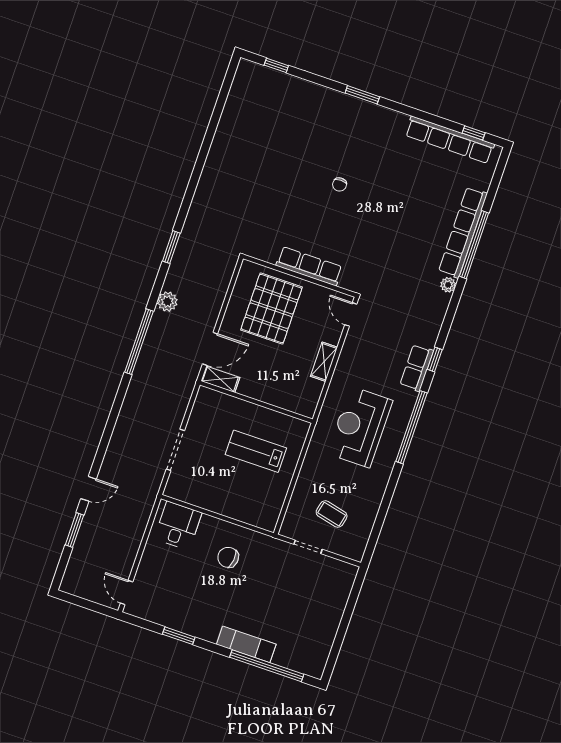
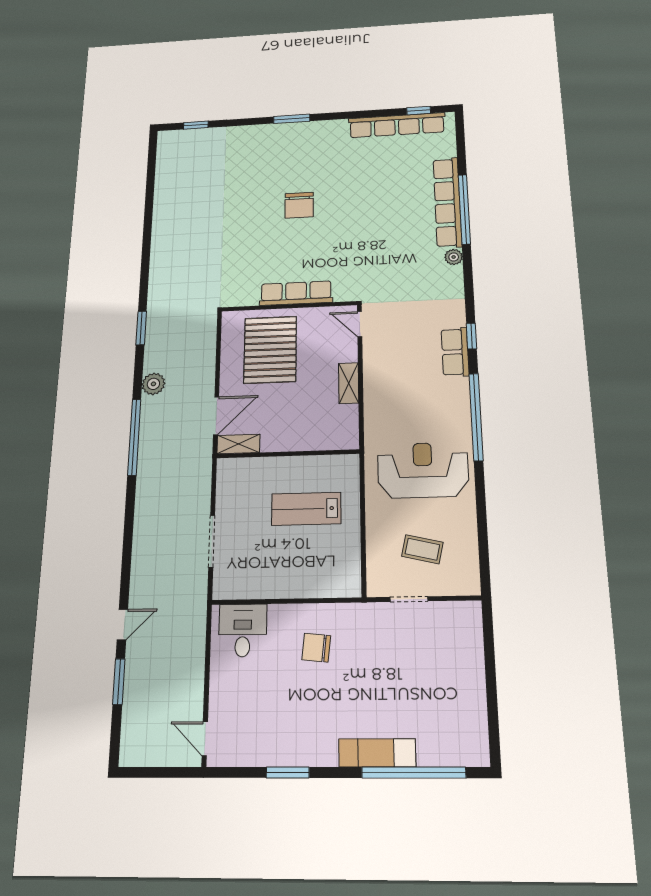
chair: (340, 184) -> (299, 205), width x1.87, depth x1.87
reception desk: (360, 427) -> (423, 470), moved, turned 90

